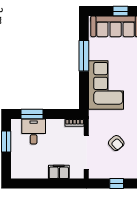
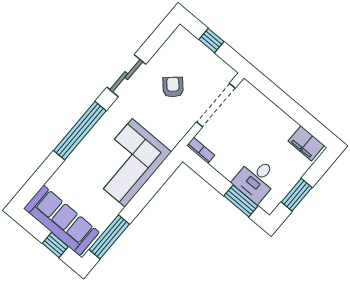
window: (121, 11) -> (55, 245), moved
window: (84, 56) -> (109, 237), moved
filing cabinet: (59, 172) -> (306, 143), moved

